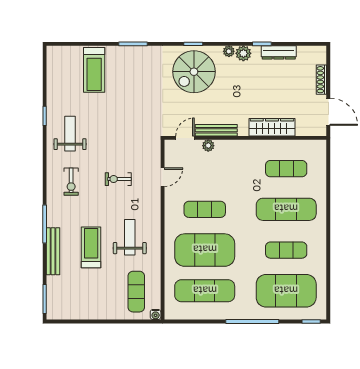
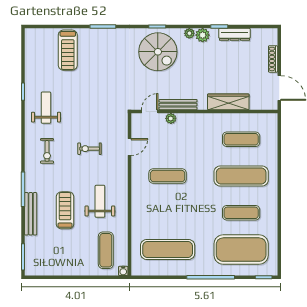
spiral stairs: (194, 72) -> (158, 52), turned -90
exercise mat: (205, 250) -> (168, 213), removed

